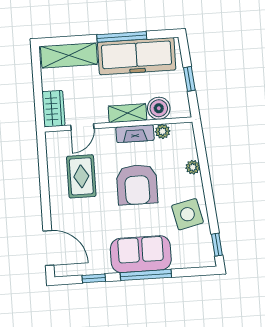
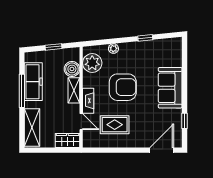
freezer: (137, 56) -> (33, 82), width x0.73, depth x0.79
plant: (163, 131) -> (92, 63), width x1.88, depth x1.88
fireplace: (135, 134) -> (88, 101), moved
side table: (187, 214) -> (145, 54), removed
window: (217, 245) -> (145, 38), moved
window: (146, 275) -> (184, 85), removed

